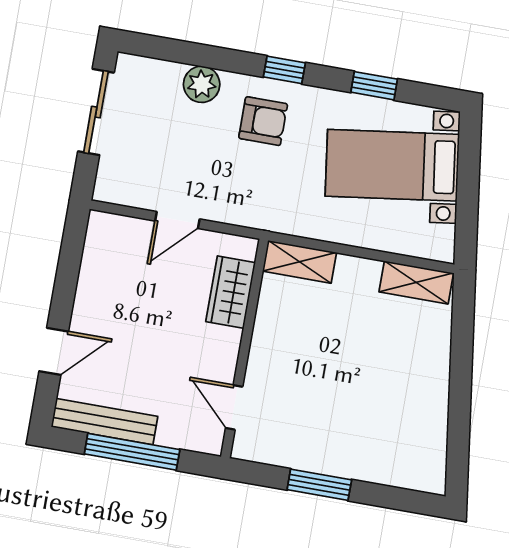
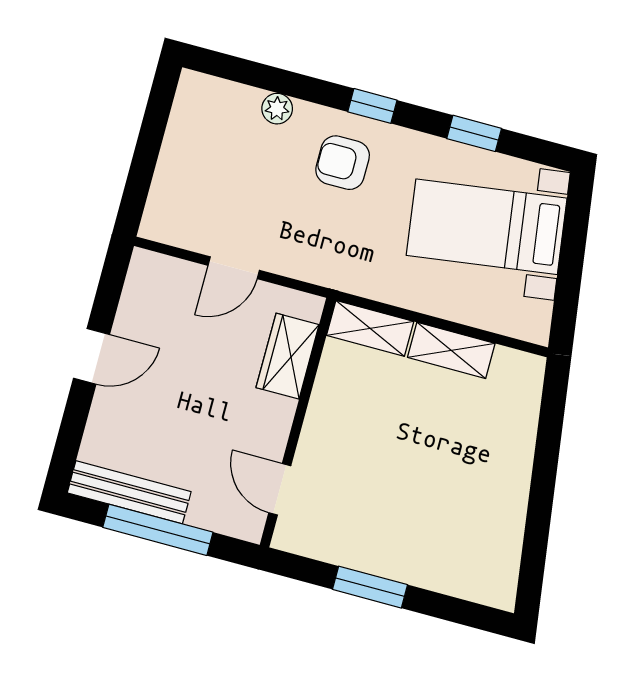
plant: (202, 84) -> (277, 109), width x0.73, depth x0.73
sliding door: (96, 112) -> (151, 135), removed
armchair: (263, 121) -> (343, 163), turned 180
shelving: (416, 282) -> (451, 350), moved
door: (54, 351) -> (91, 356), moved

